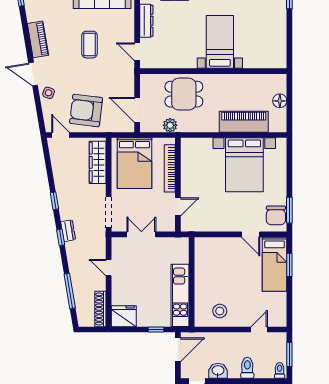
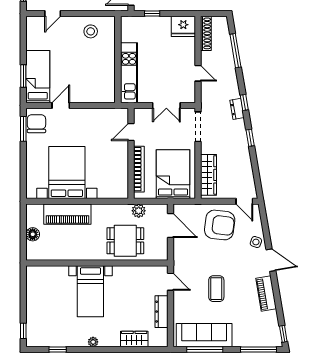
door: (251, 234) -> (61, 105), hinge flipped
kitchen unit: (180, 295) -> (129, 73), moved

